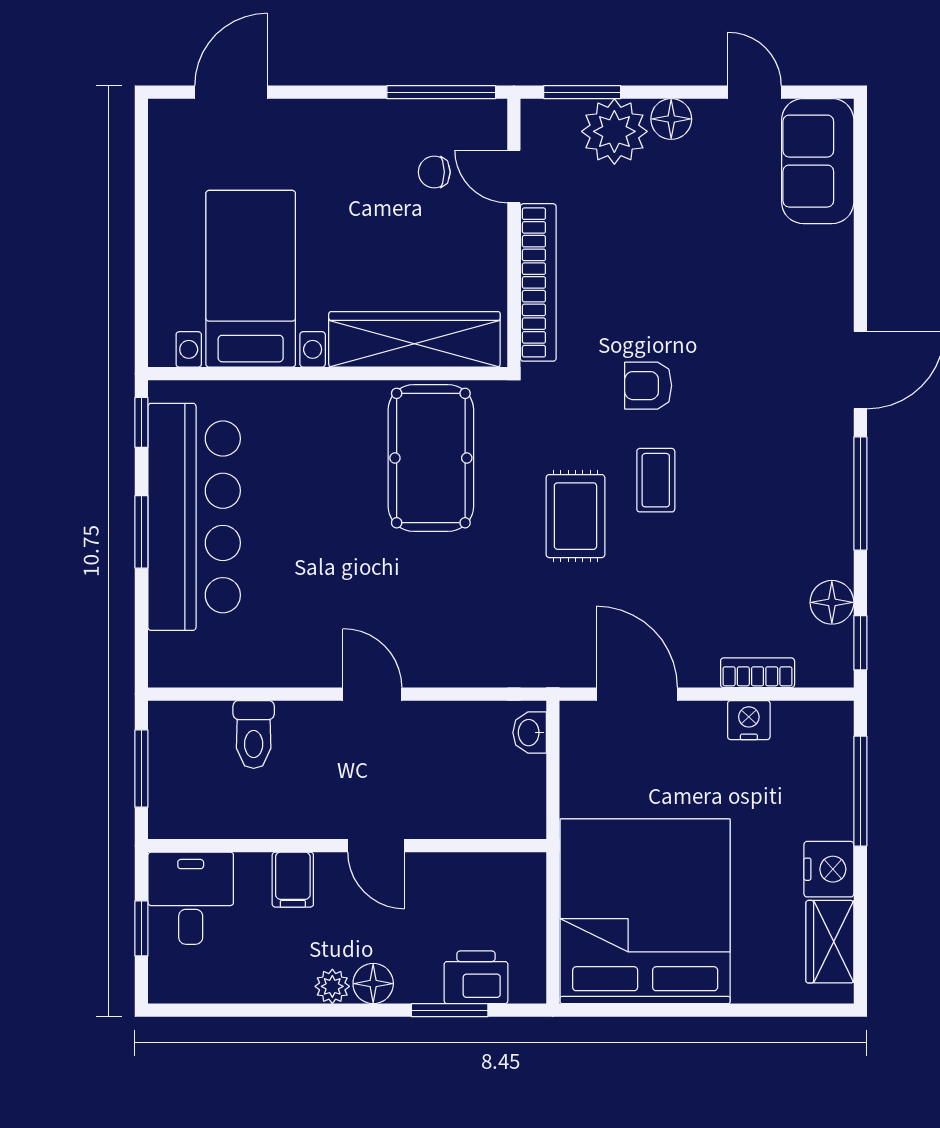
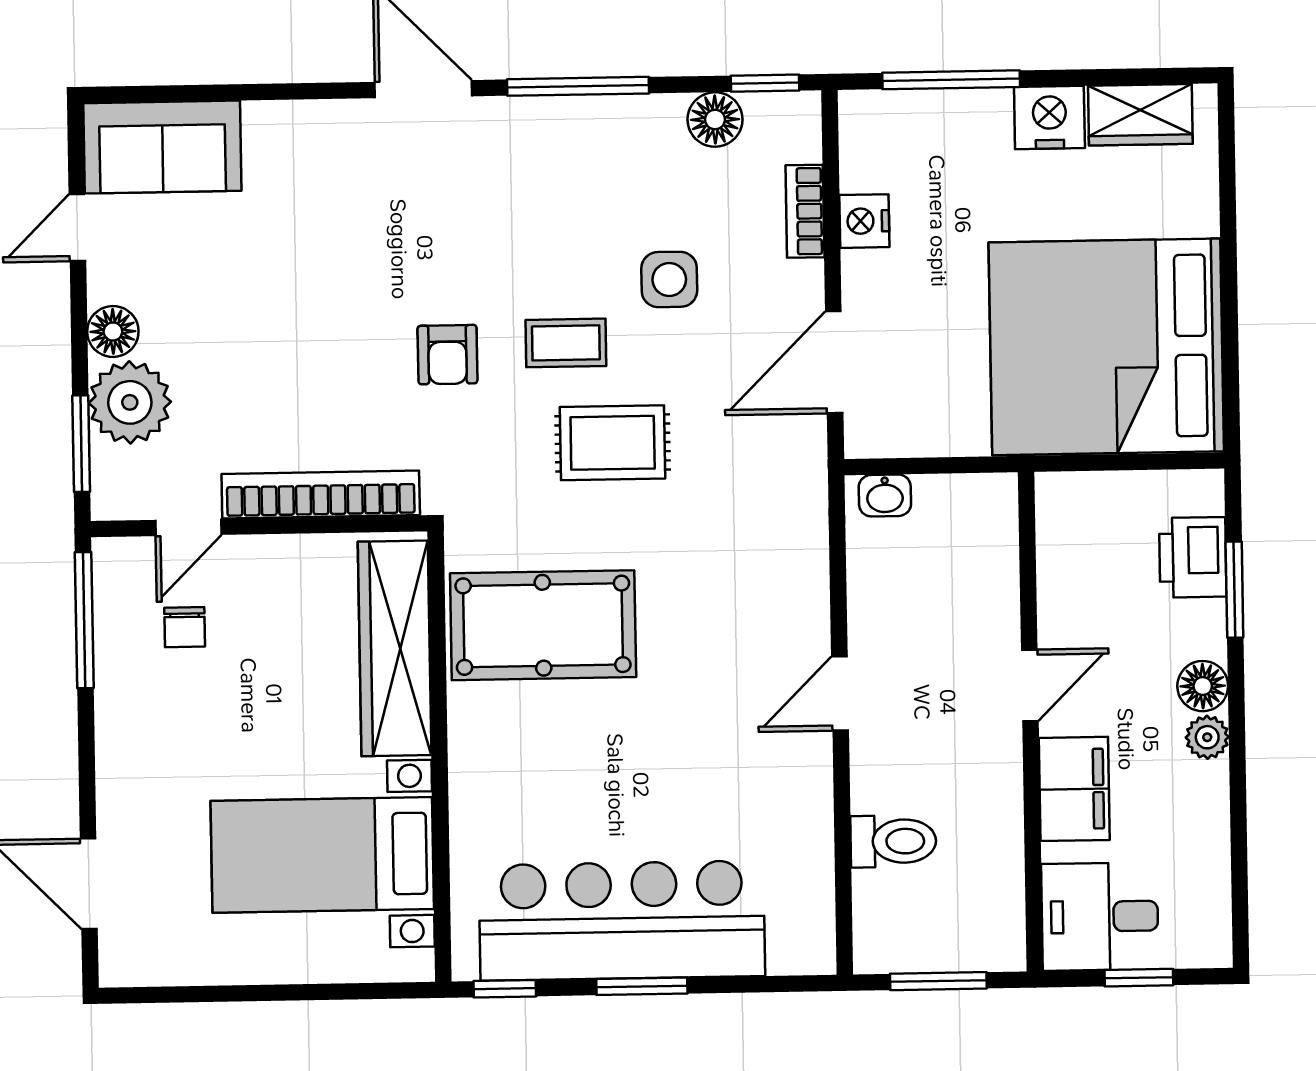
side table: (705, 564) -> (669, 279), added
filing cabinet: (293, 880) -> (1074, 789), width x2.00

